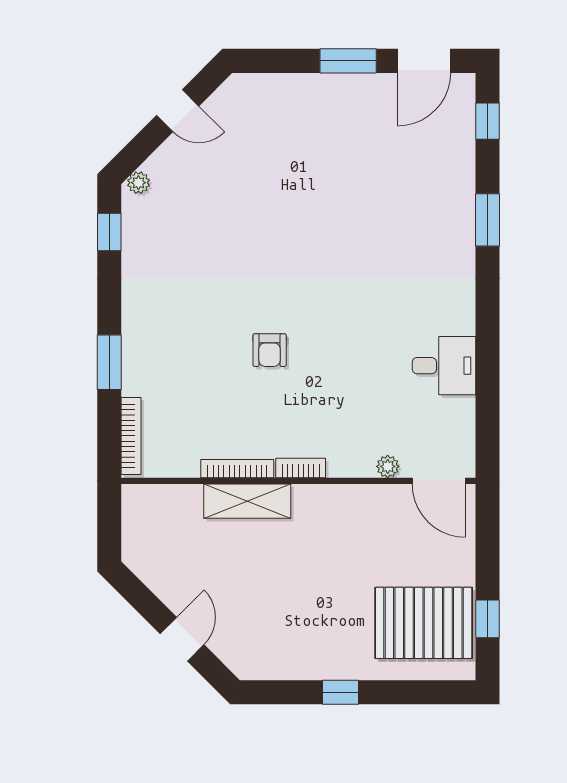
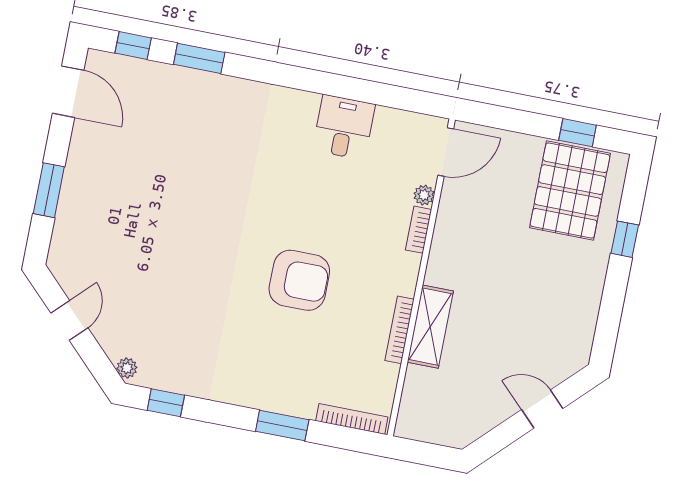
window: (348, 61) -> (49, 190), moved
window: (488, 220) -> (199, 58), moved
armchair: (270, 350) -> (299, 280), width x1.88, depth x1.88
bookcase: (301, 468) -> (419, 230), moved
window: (340, 692) -> (625, 239), moved

